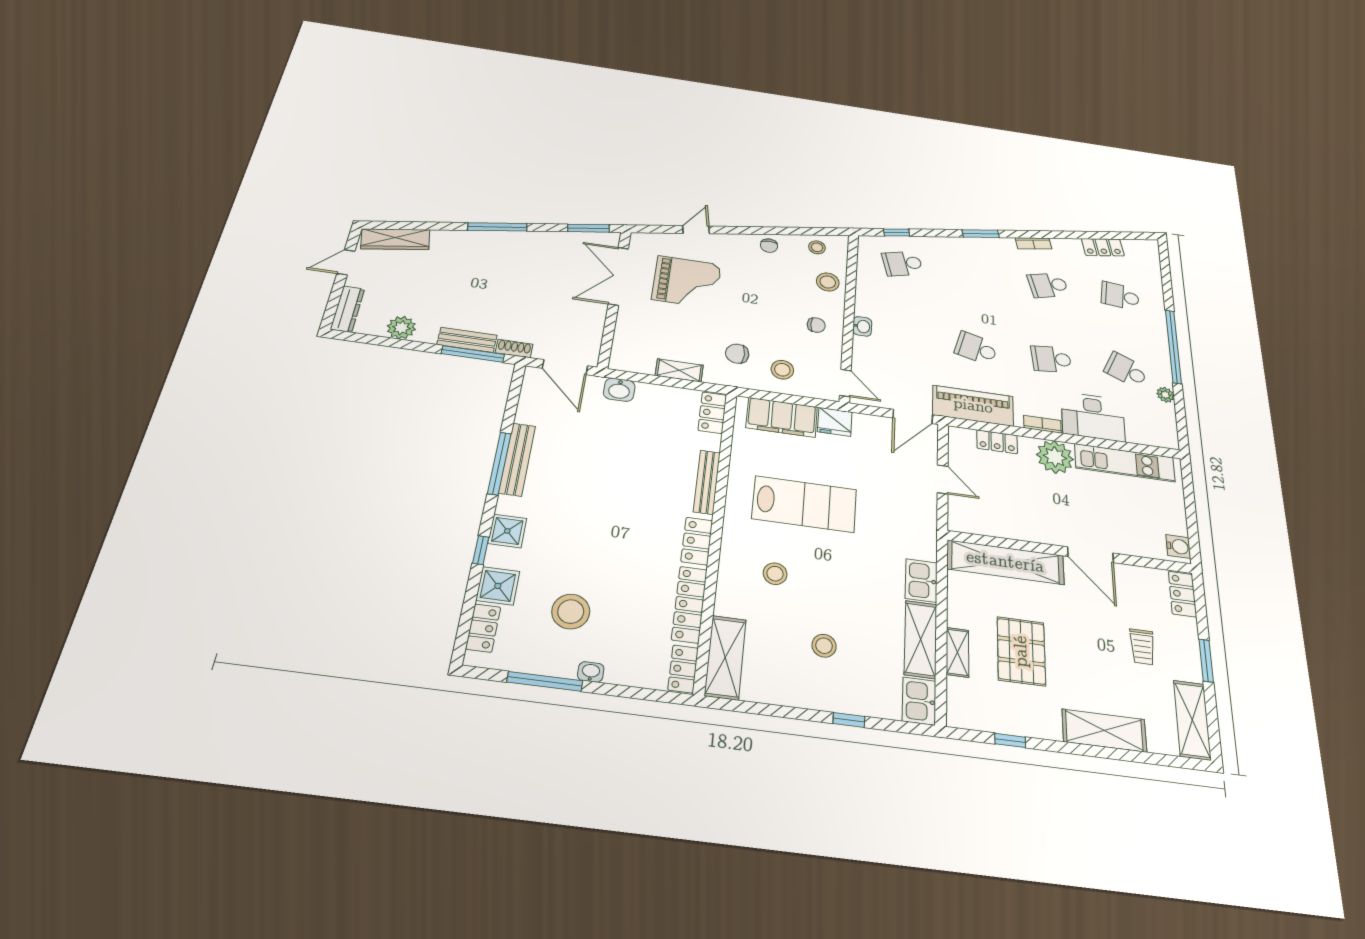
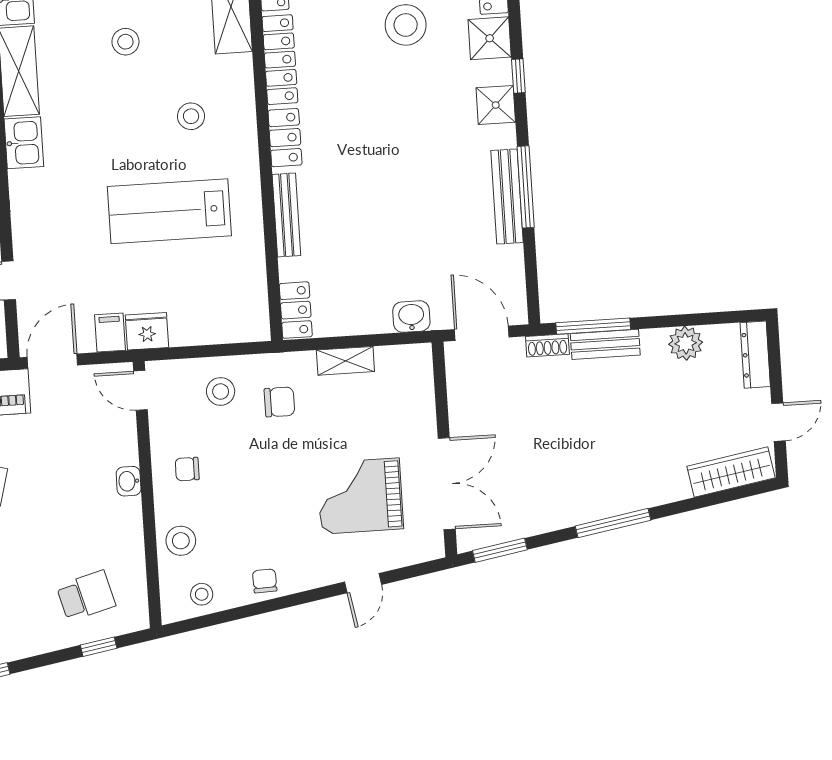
filing cabinet: (782, 417) -> (110, 333), moved, width x0.33, depth x0.86

